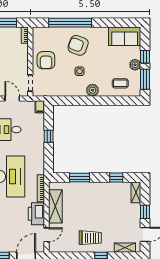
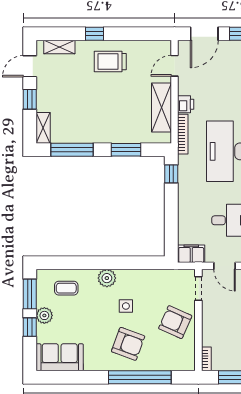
armchair: (46, 60) -> (175, 322), turned -66
filing cabinet: (40, 107) -> (191, 254), width x2.00
window: (49, 136) -> (171, 174), moved
window: (116, 178) -> (72, 150), width x2.17
printer: (36, 214) -> (186, 104), width x0.53, depth x0.68

